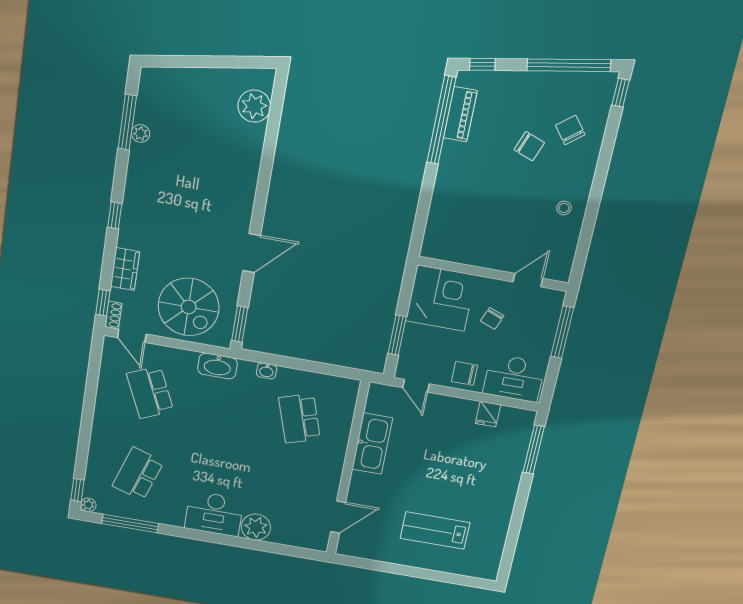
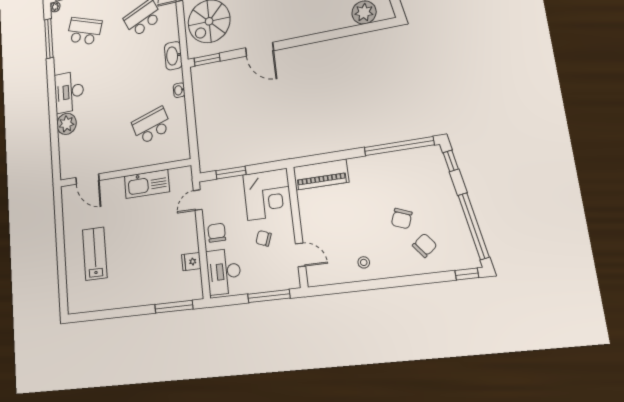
piano: (460, 114) -> (321, 175), moved, width x1.37, depth x1.33

